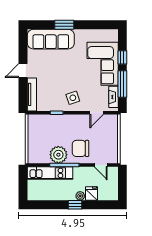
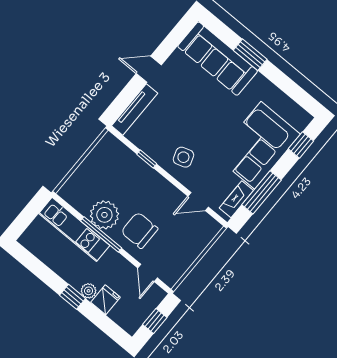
window: (122, 57) -> (301, 145), moved
window: (122, 184) -> (155, 321), added

